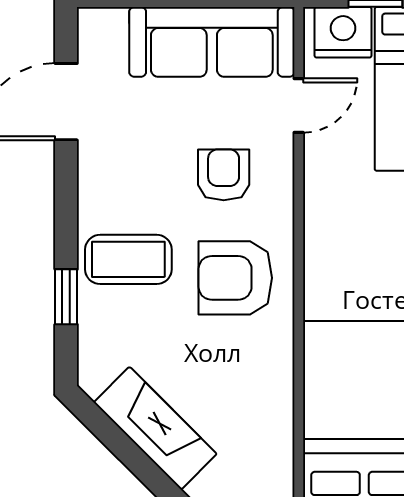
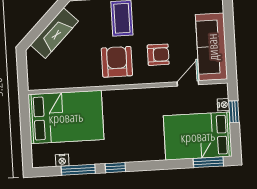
nightstand: (343, 32) -> (223, 105), width x0.53, depth x0.56
door: (299, 106) -> (188, 83), swing flipped

